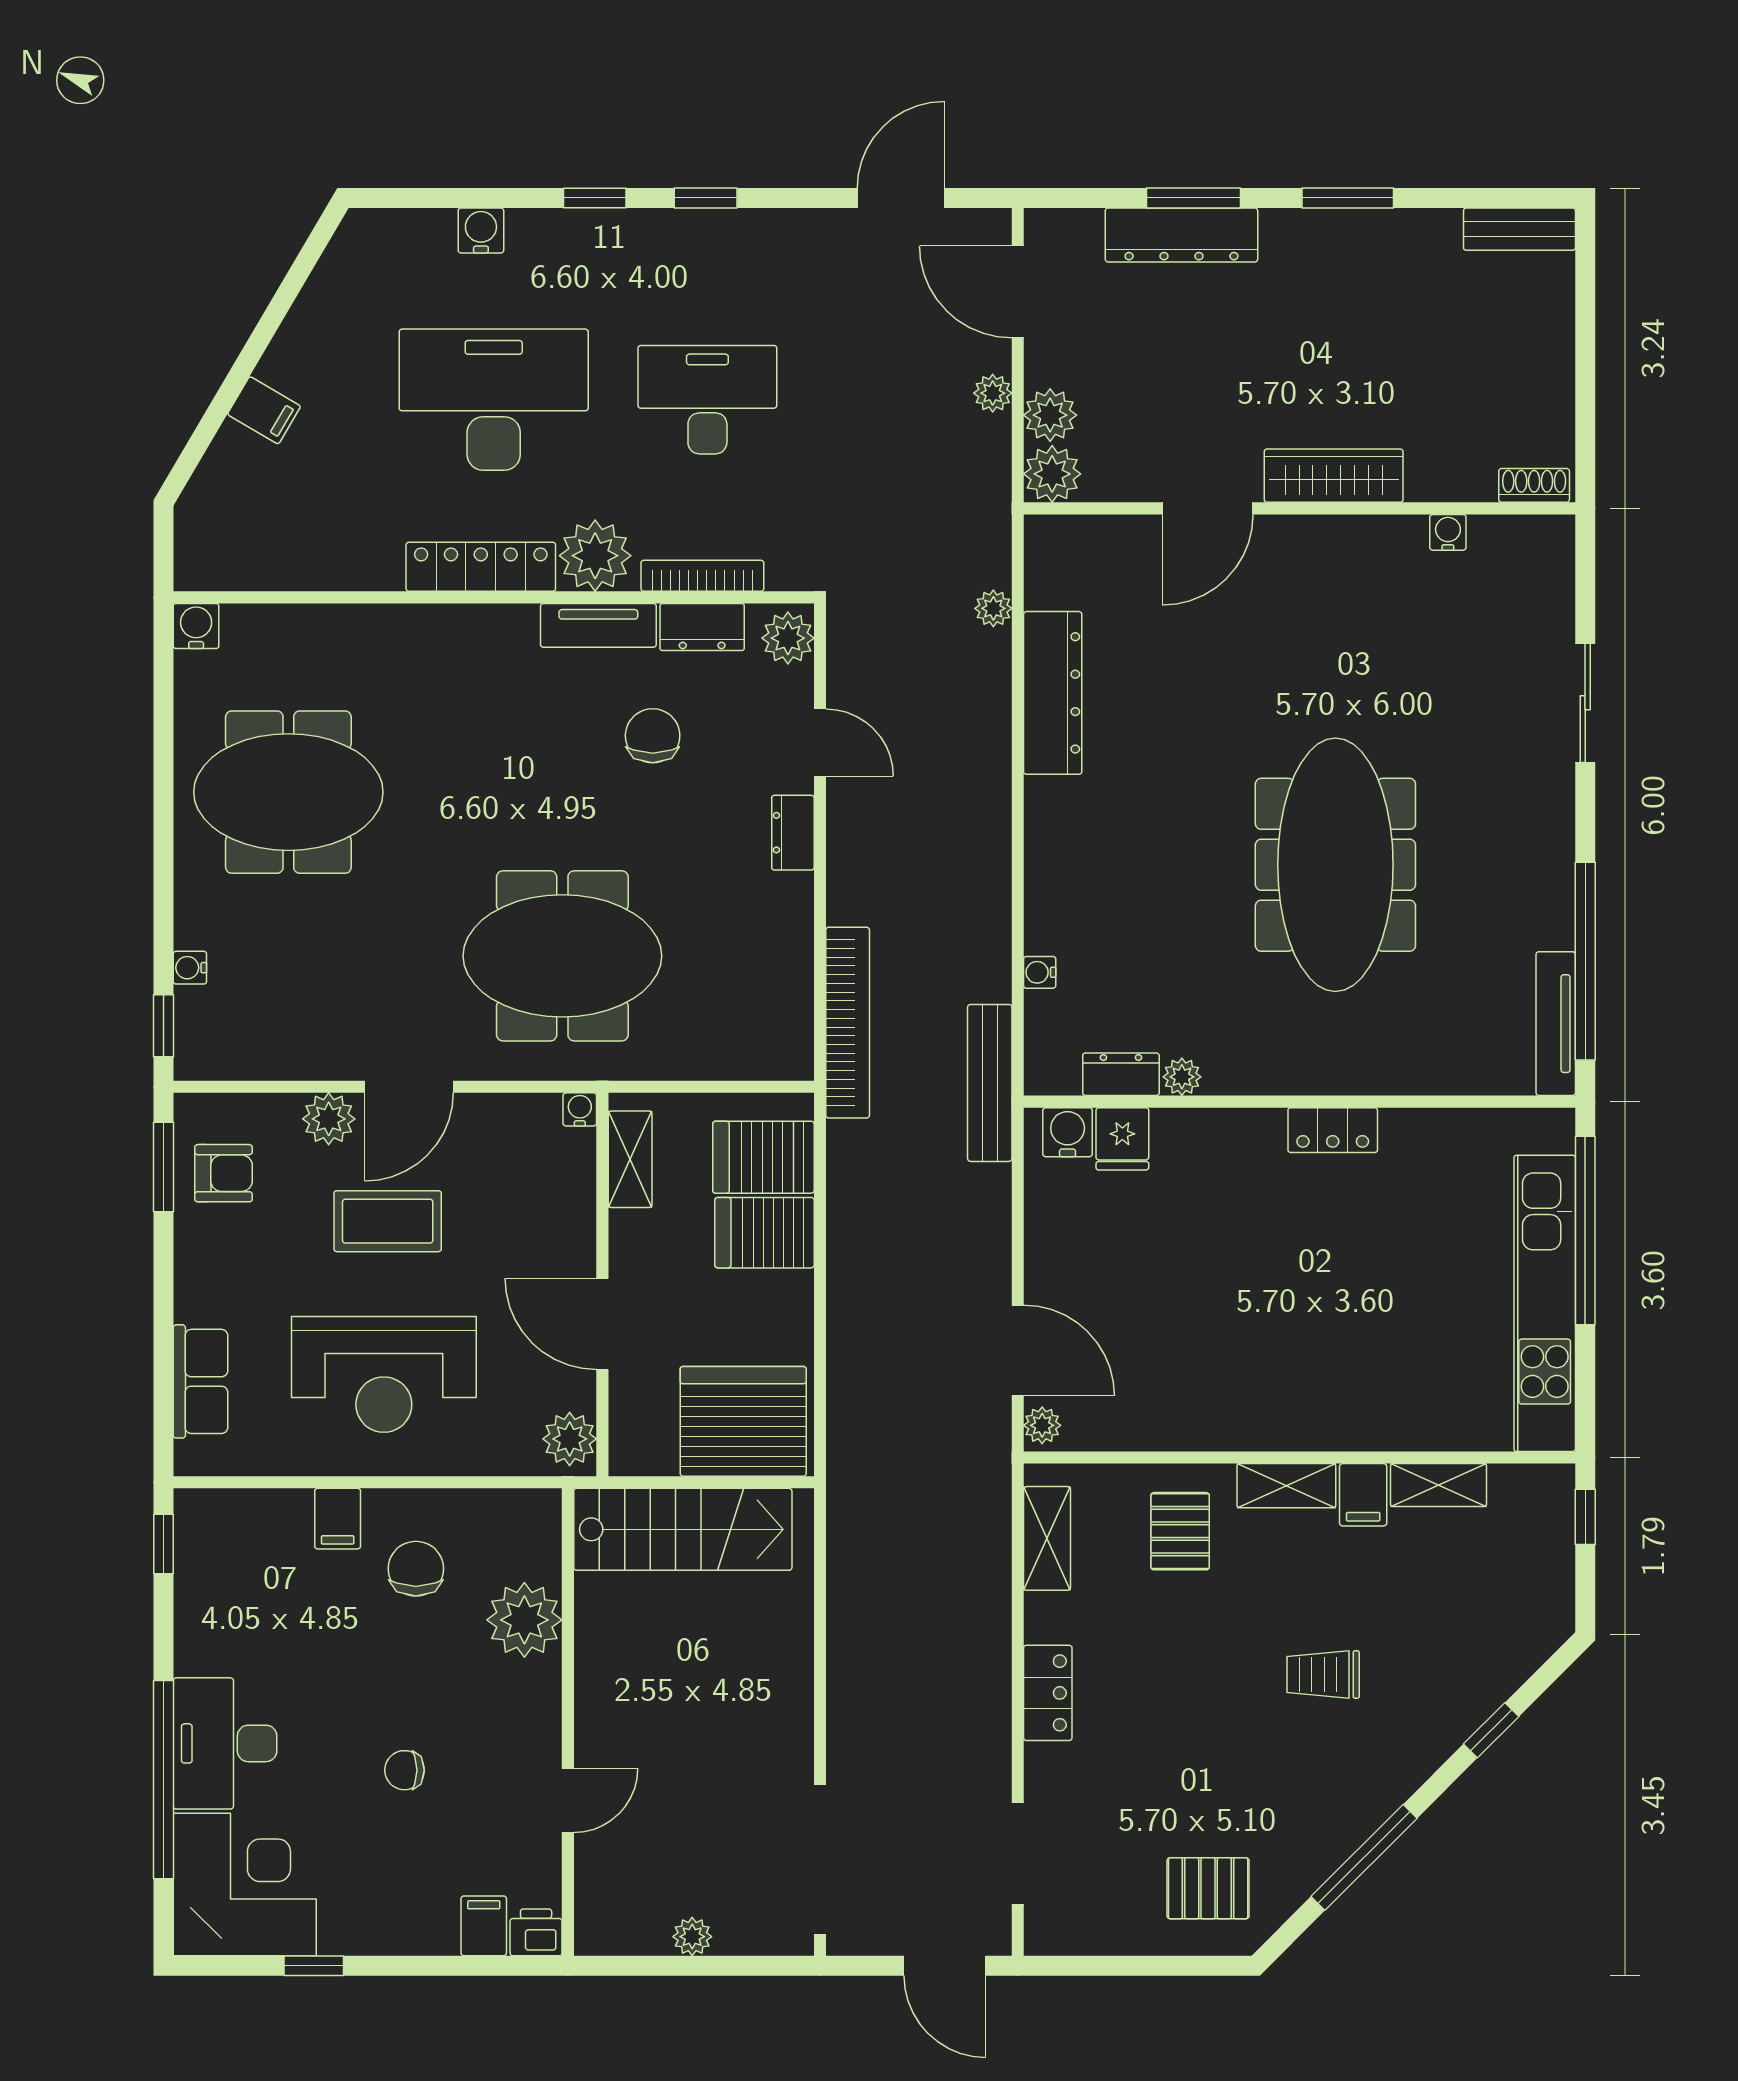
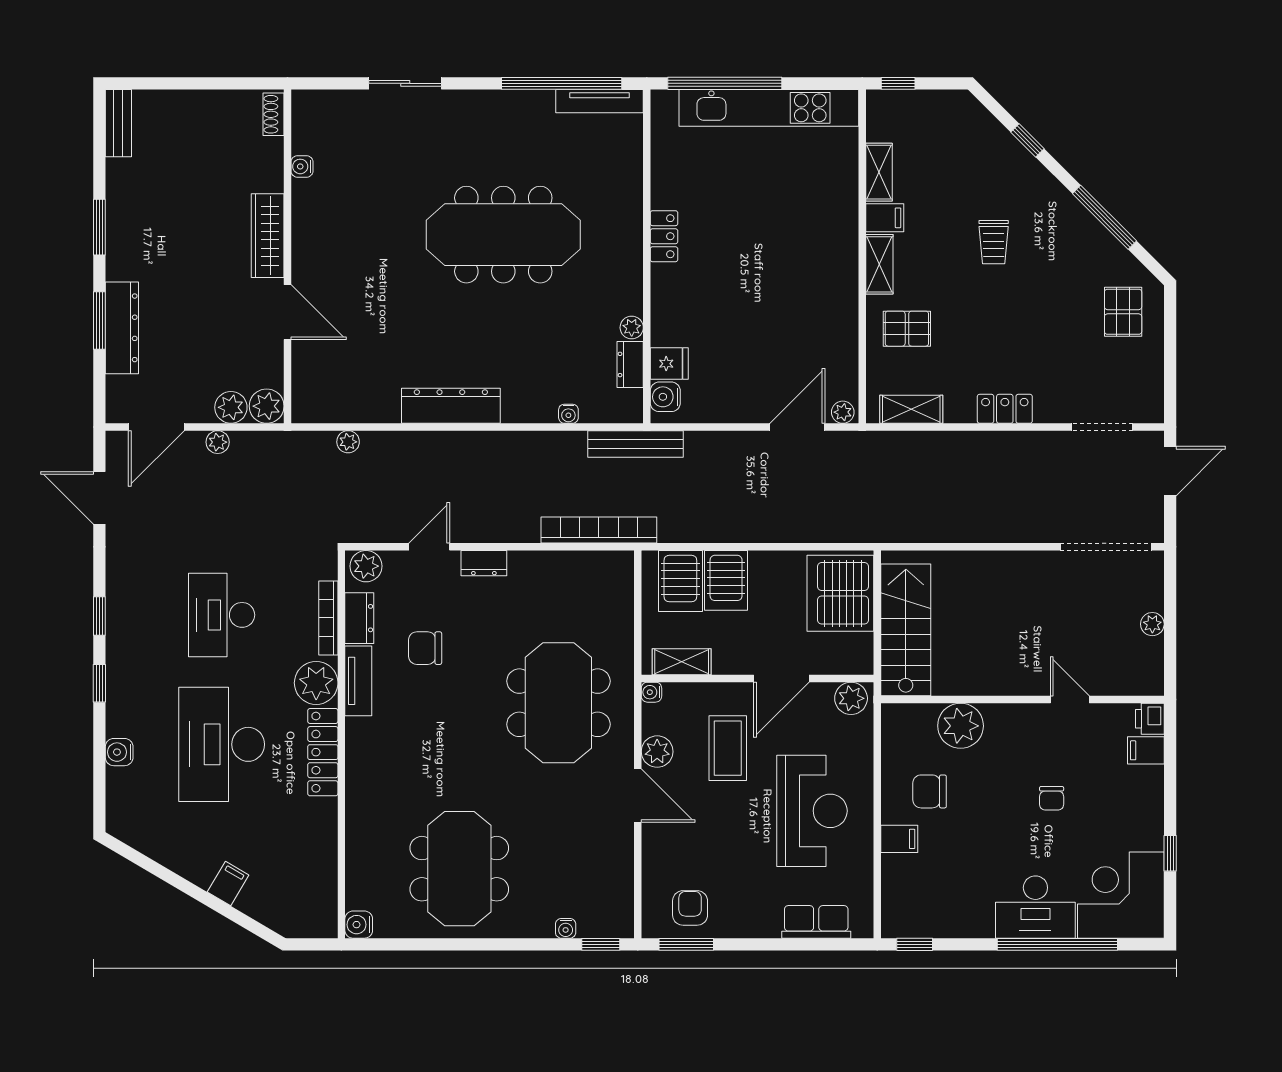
dresser: (1053, 693) -> (451, 406), moved
plant: (329, 1119) -> (657, 752), moved
coffee table: (388, 1221) -> (728, 748), moved

